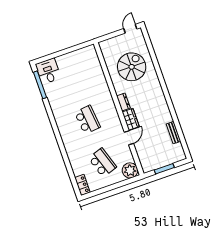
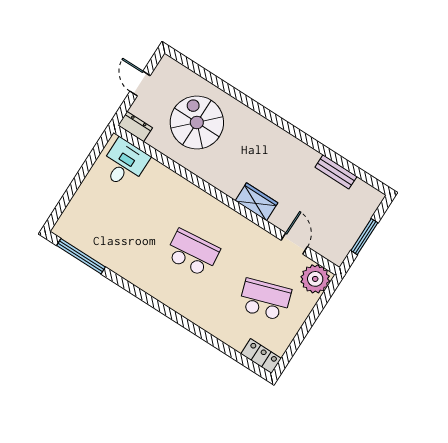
door: (130, 29) -> (140, 83), moved
desk: (48, 71) -> (124, 164), moved, turned 90
dresser: (123, 102) -> (135, 127), moved
door: (129, 138) -> (294, 244), moved

